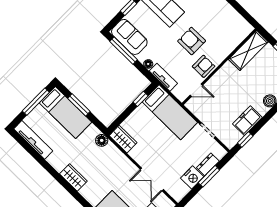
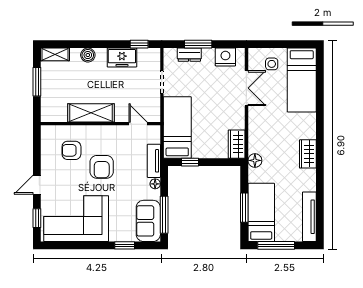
shelving: (248, 51) -> (91, 113), moved
armchair: (204, 66) -> (71, 150), moved
nightstand: (192, 177) -> (225, 57), moved

